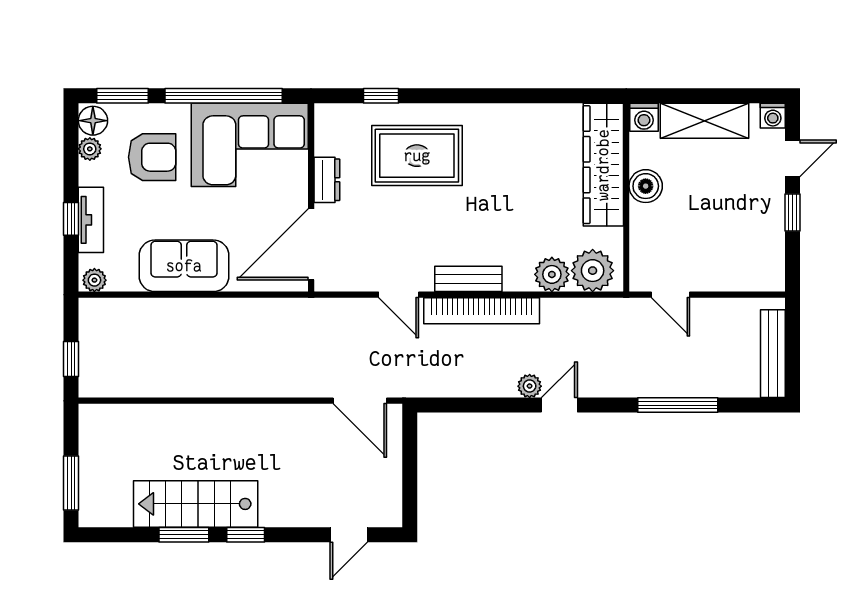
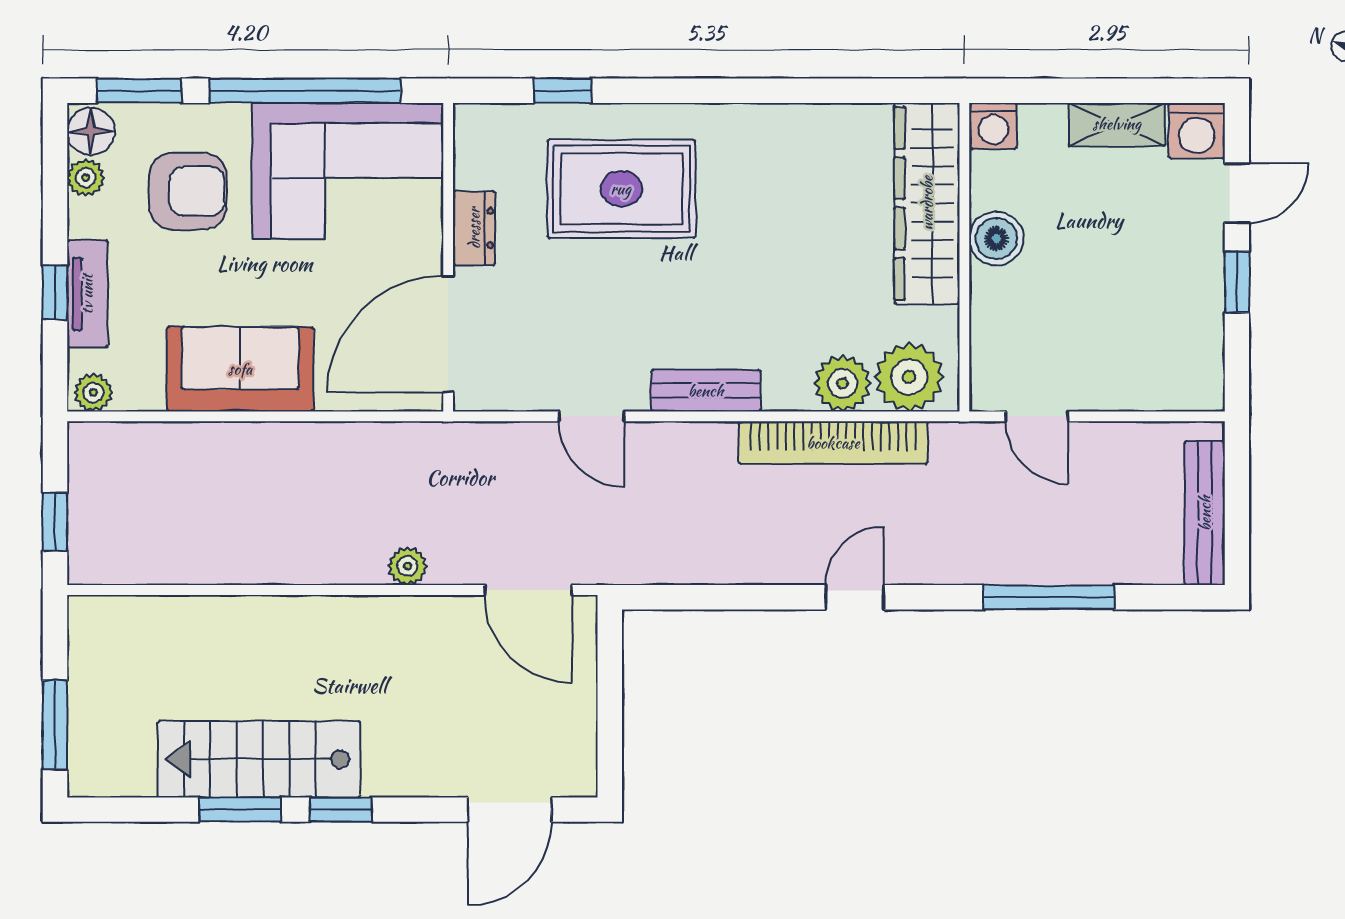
washing machine: (773, 116) -> (1197, 131), width x1.38, depth x1.38
shelving: (705, 121) -> (1117, 124), width x0.67, depth x0.75
bookcase: (482, 311) -> (833, 443), moved
plant: (530, 386) -> (407, 566), moved
door: (349, 535) -> (510, 810), width x1.38

